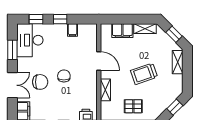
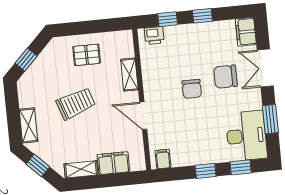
filing cabinet: (73, 30) -> (163, 159), moved

